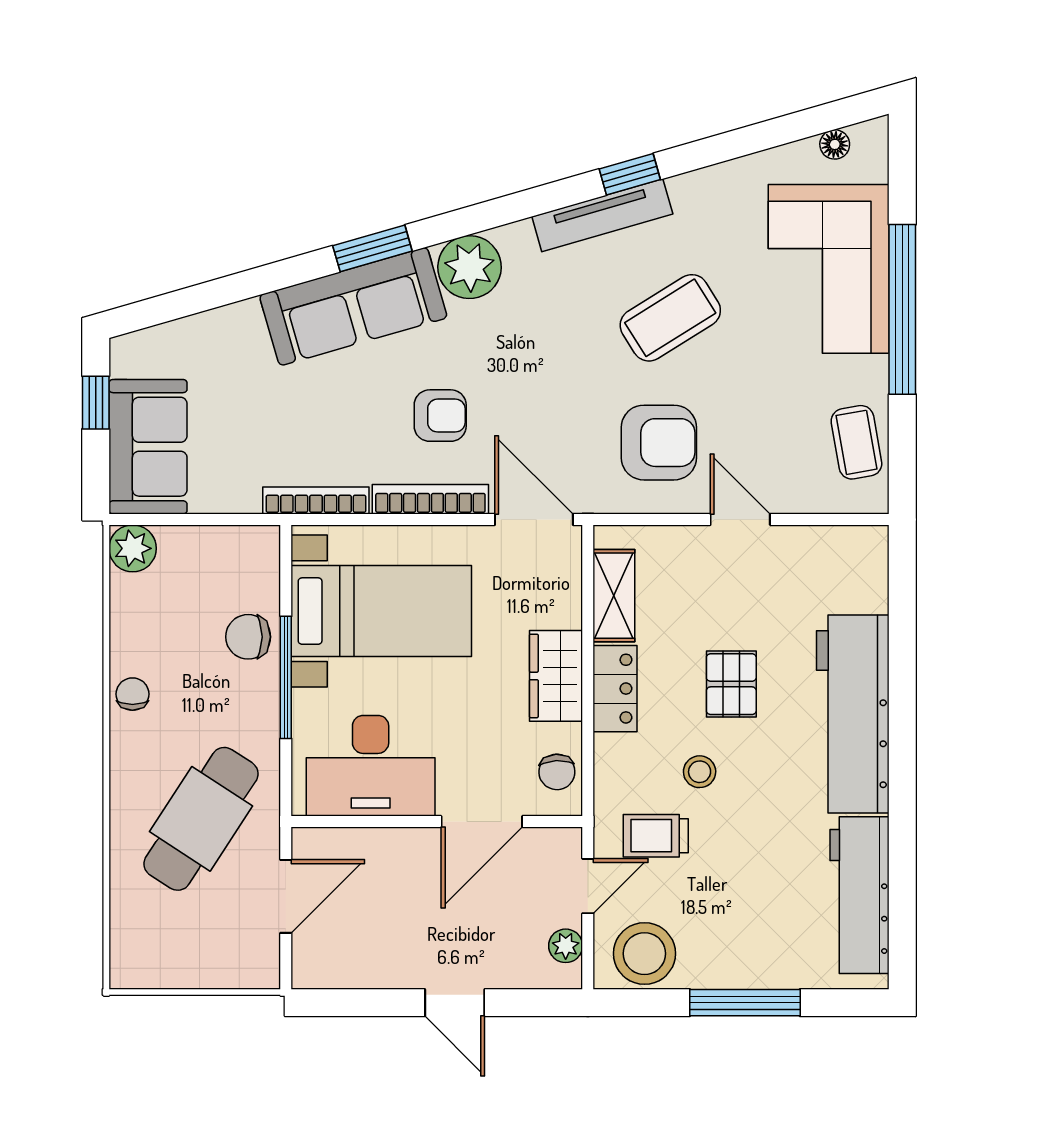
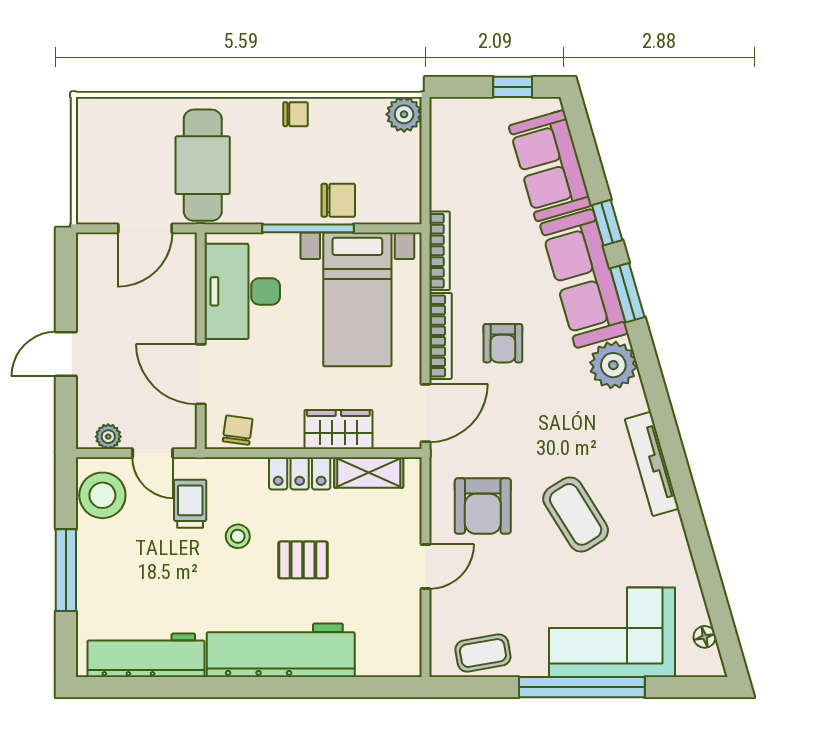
window: (630, 174) -> (607, 223), moved
sofa: (148, 447) -> (550, 166), moved, turned 74
chair: (248, 637) -> (338, 200), turned 90
wardrobe: (556, 676) -> (338, 429), moved
chair: (557, 772) -> (238, 430), turned 101
cafe table: (201, 819) -> (203, 165), turned 57
door: (286, 896) -> (145, 228), hinge flipped

